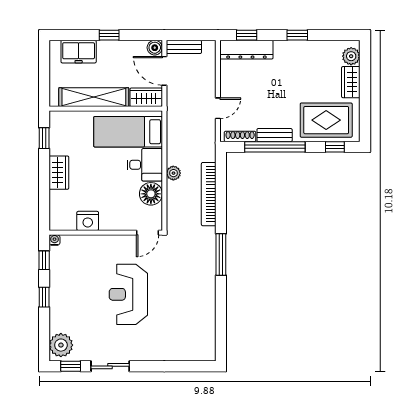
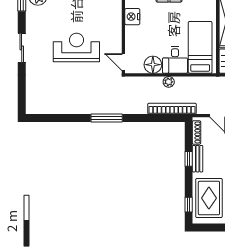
window: (275, 147) -> (189, 159), width x0.32
bookcase: (209, 194) -> (172, 109), moved
sliding door: (110, 366) -> (22, 48), moved

